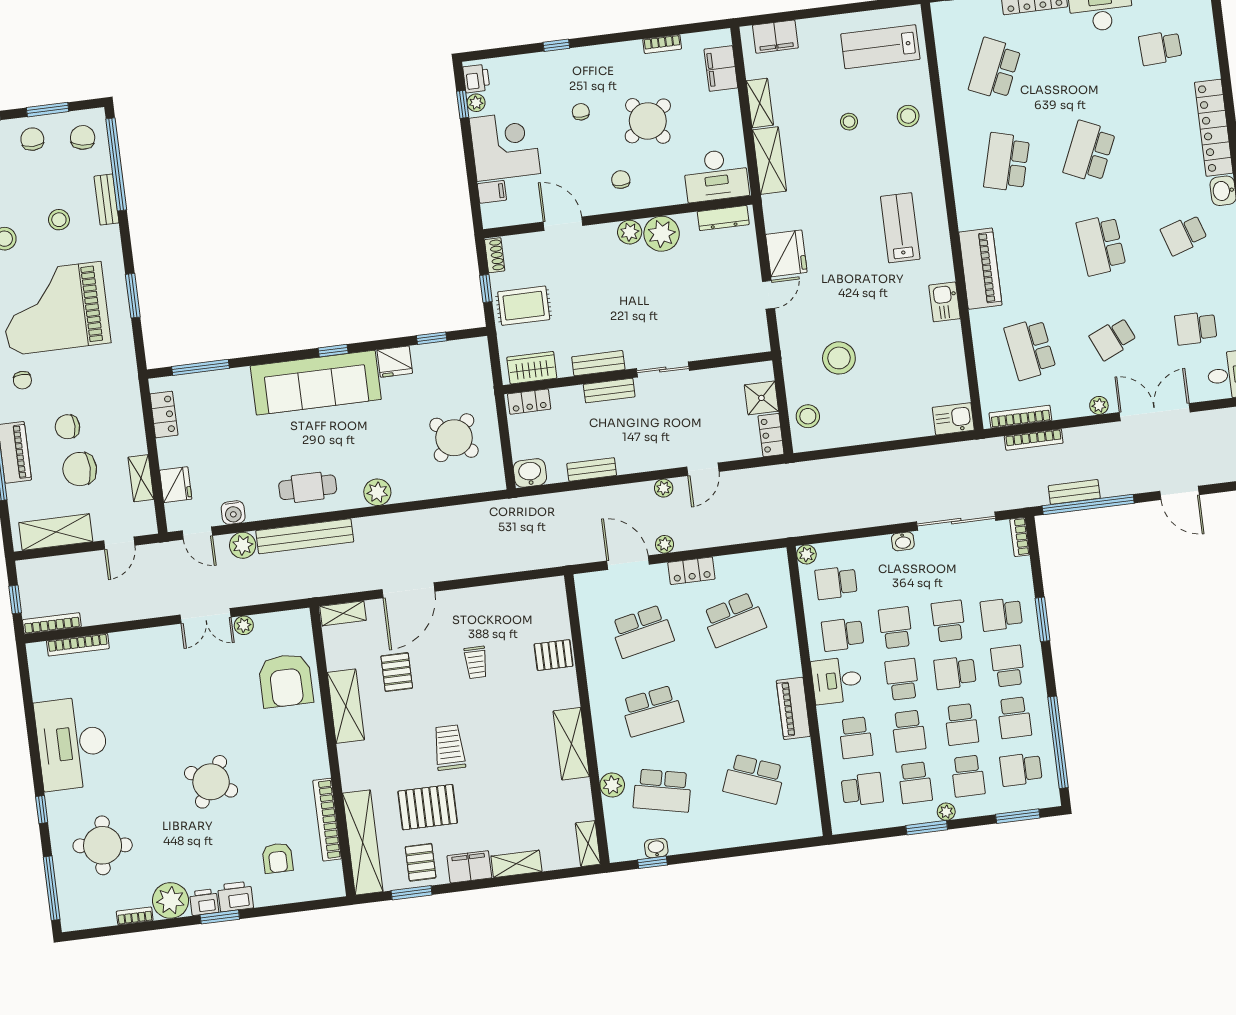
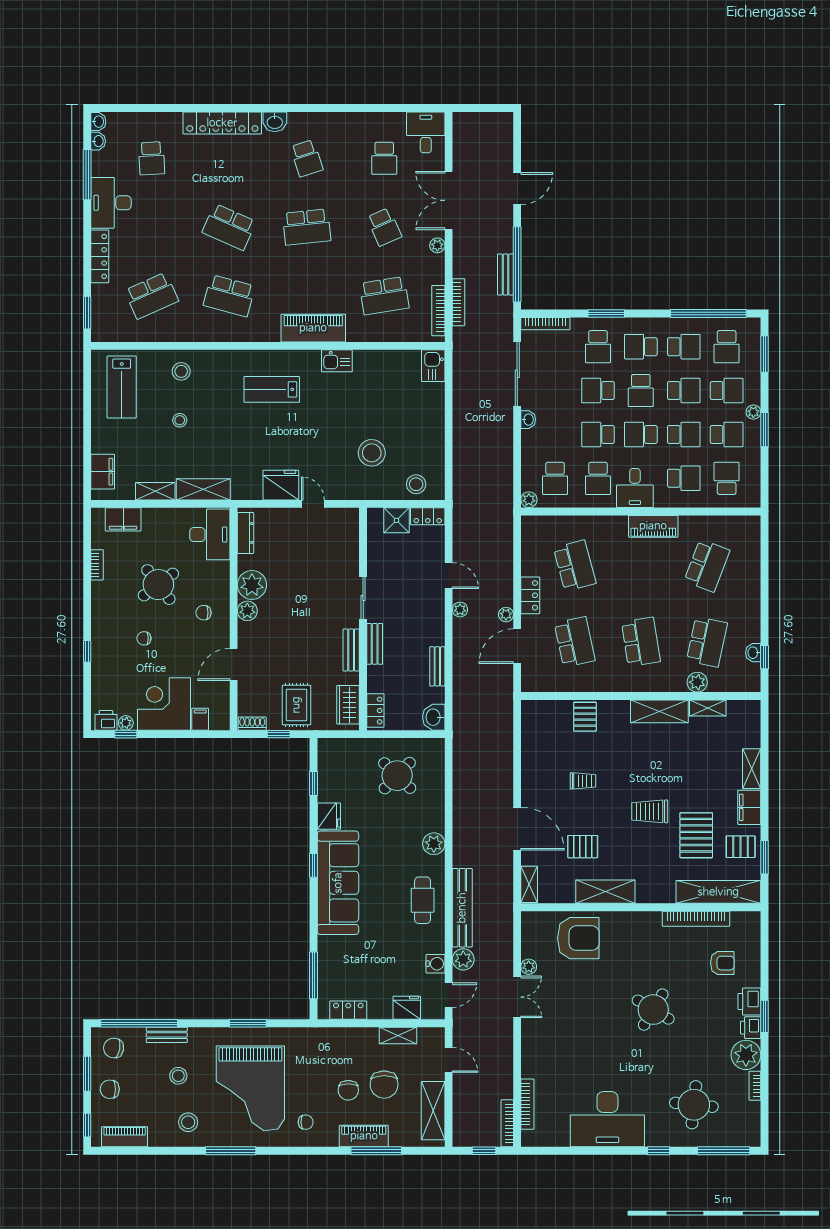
school desk: (995, 69) -> (152, 296), turned -48
bookcase: (1020, 537) -> (545, 324), width x1.56
shelving: (588, 844) -> (708, 708), moved

